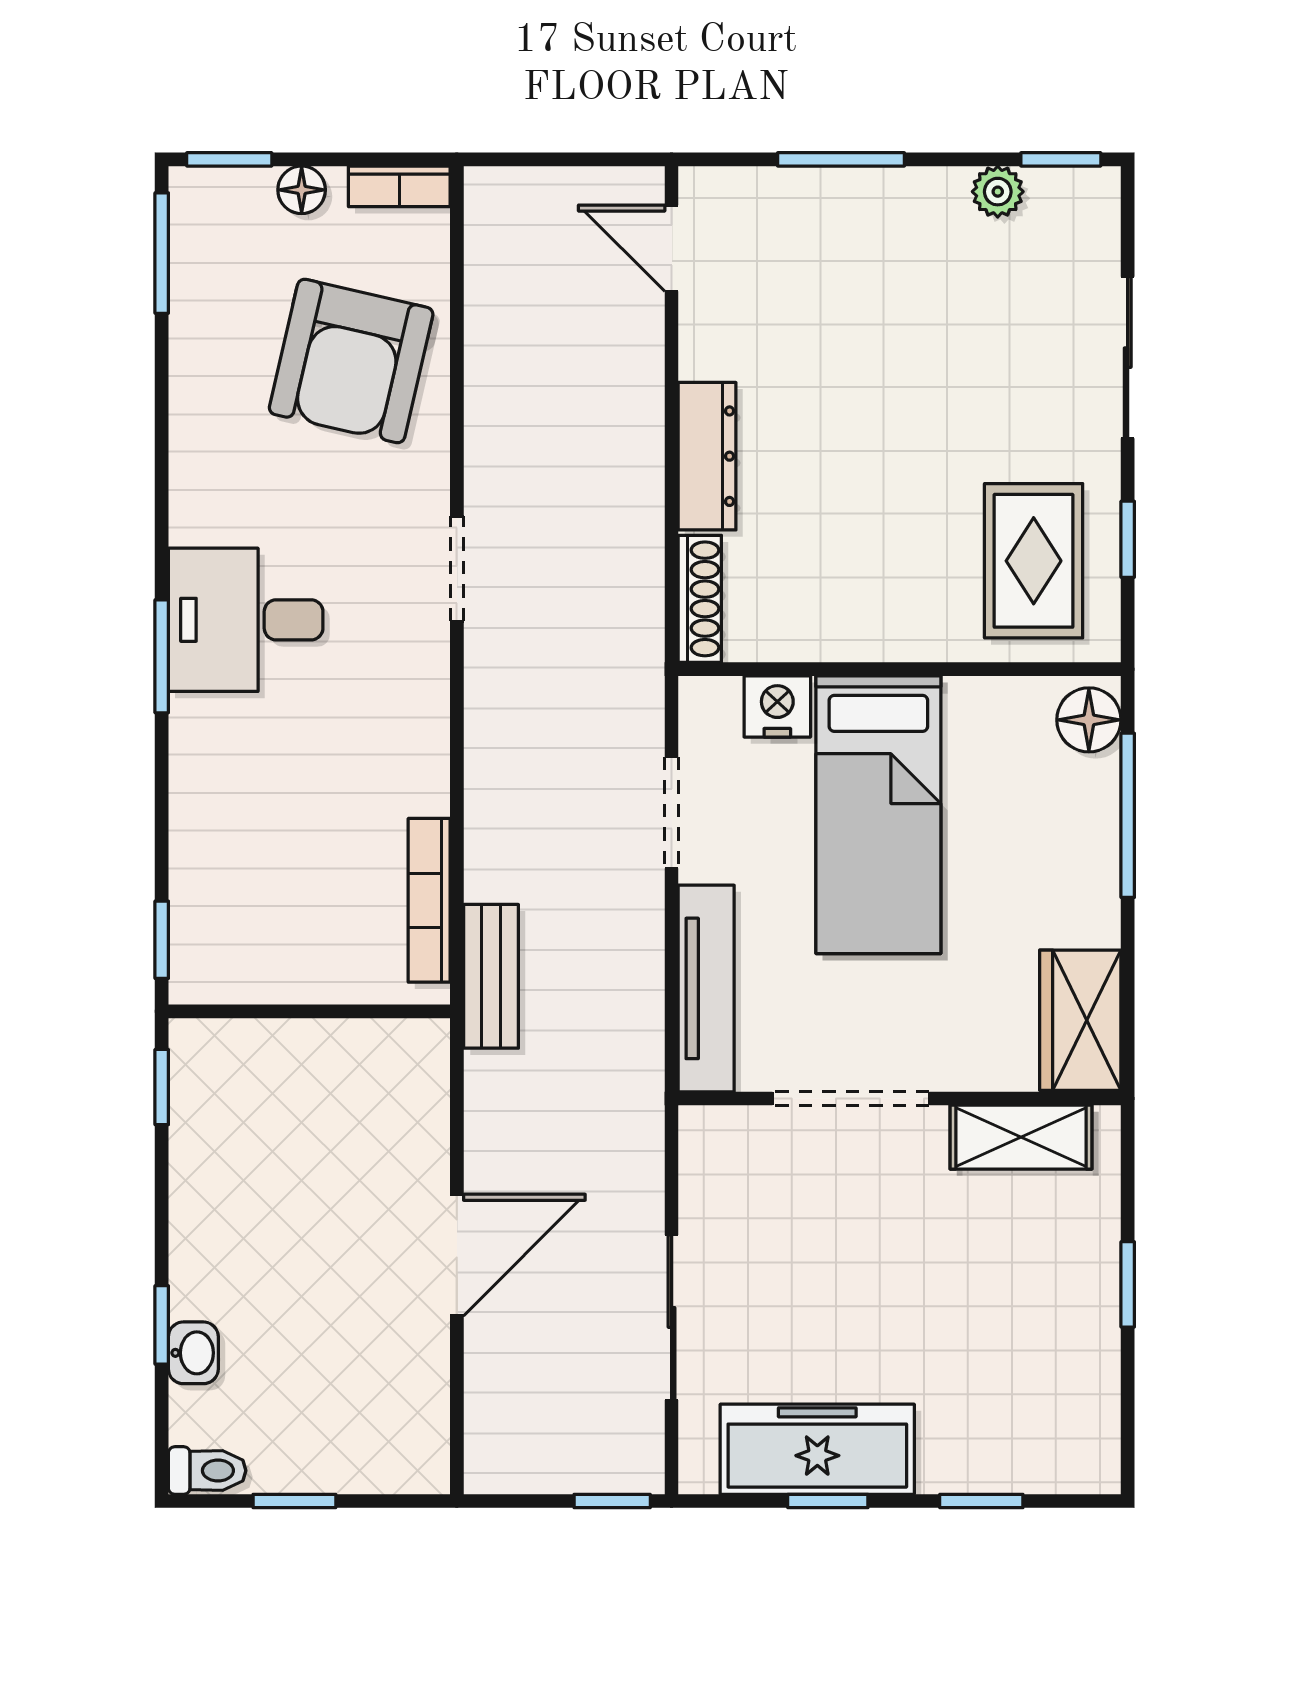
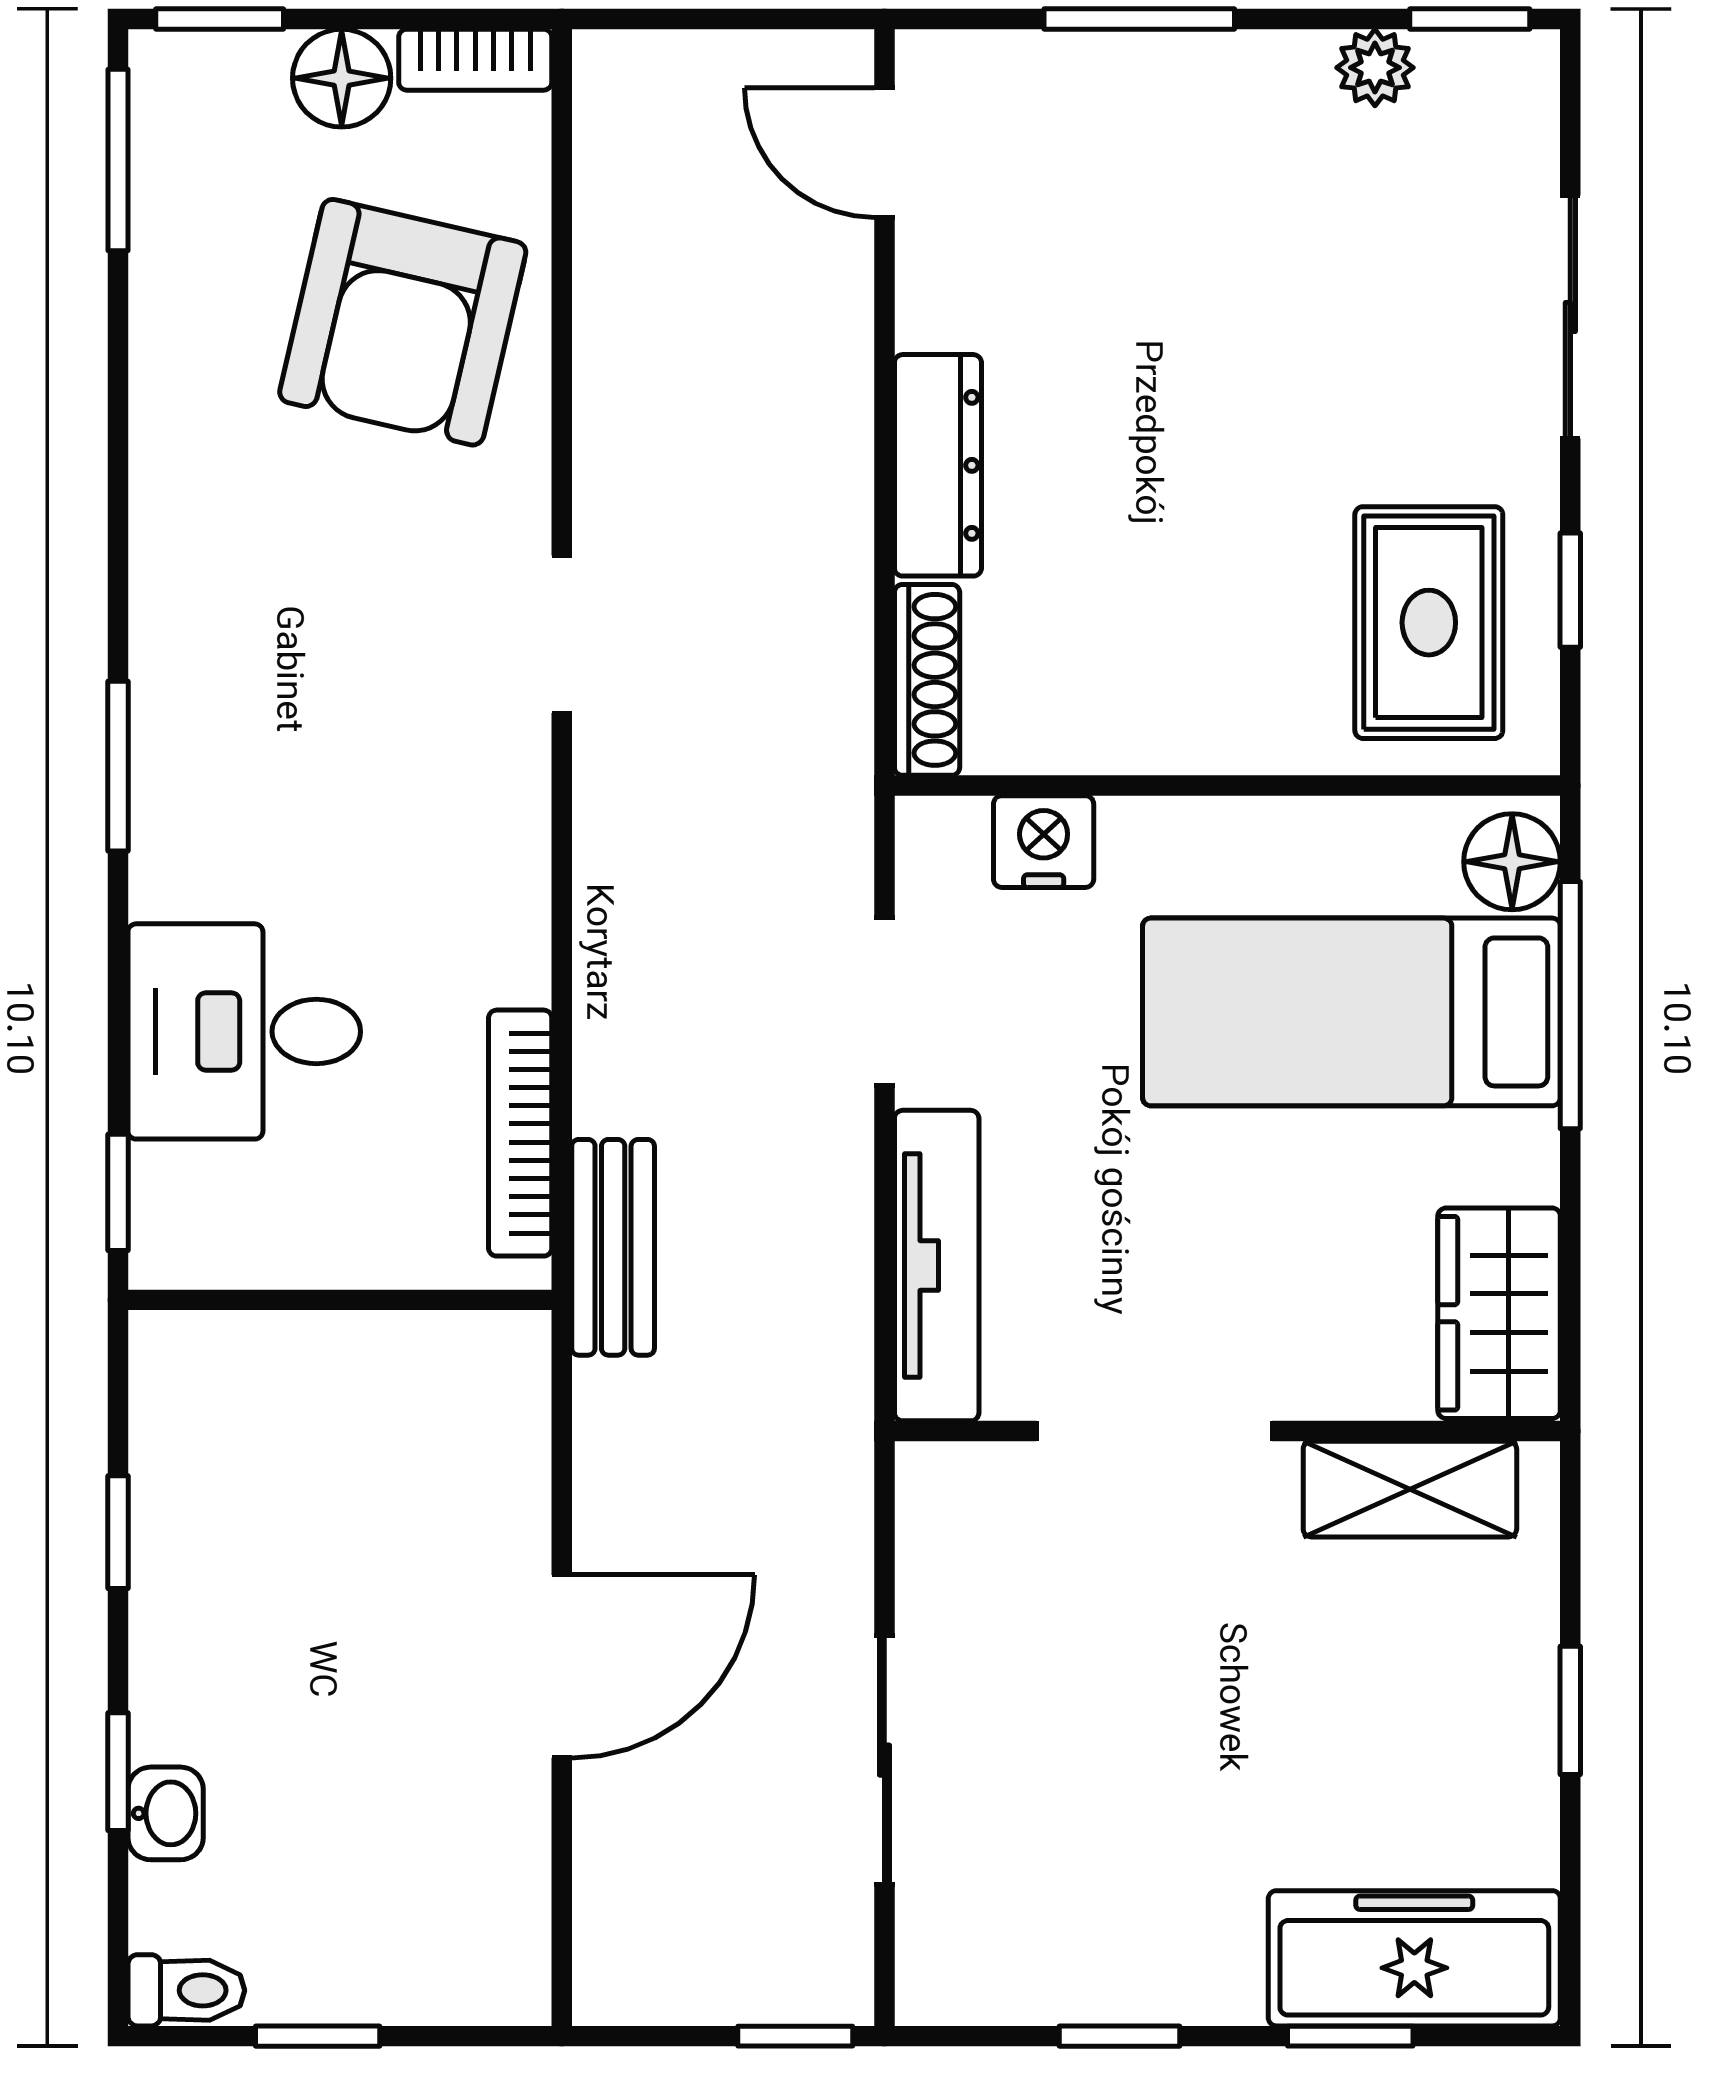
floor lamp: (302, 190) -> (342, 78), width x1.37, depth x1.37
desk: (246, 620) -> (244, 1031), moved
bed: (878, 815) -> (1351, 1012), moved, turned 90
window: (162, 1087) -> (118, 1532), moved
freezer: (817, 1449) -> (1414, 1958), moved

